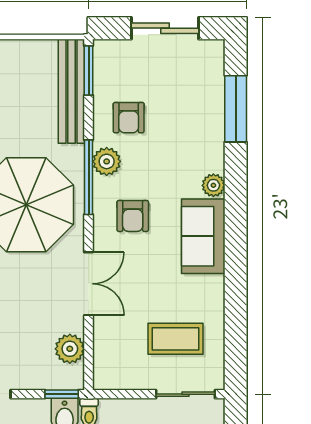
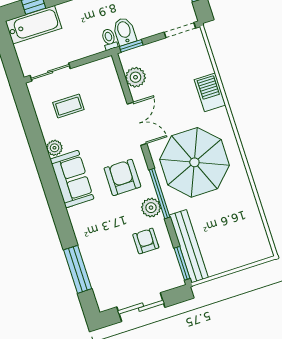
plant: (213, 185) -> (54, 148), moved
armchair: (133, 216) -> (122, 177), width x1.38, depth x1.38
double door: (89, 284) -> (137, 124), swing flipped
coffee table: (176, 339) -> (68, 106), width x0.73, depth x0.77

